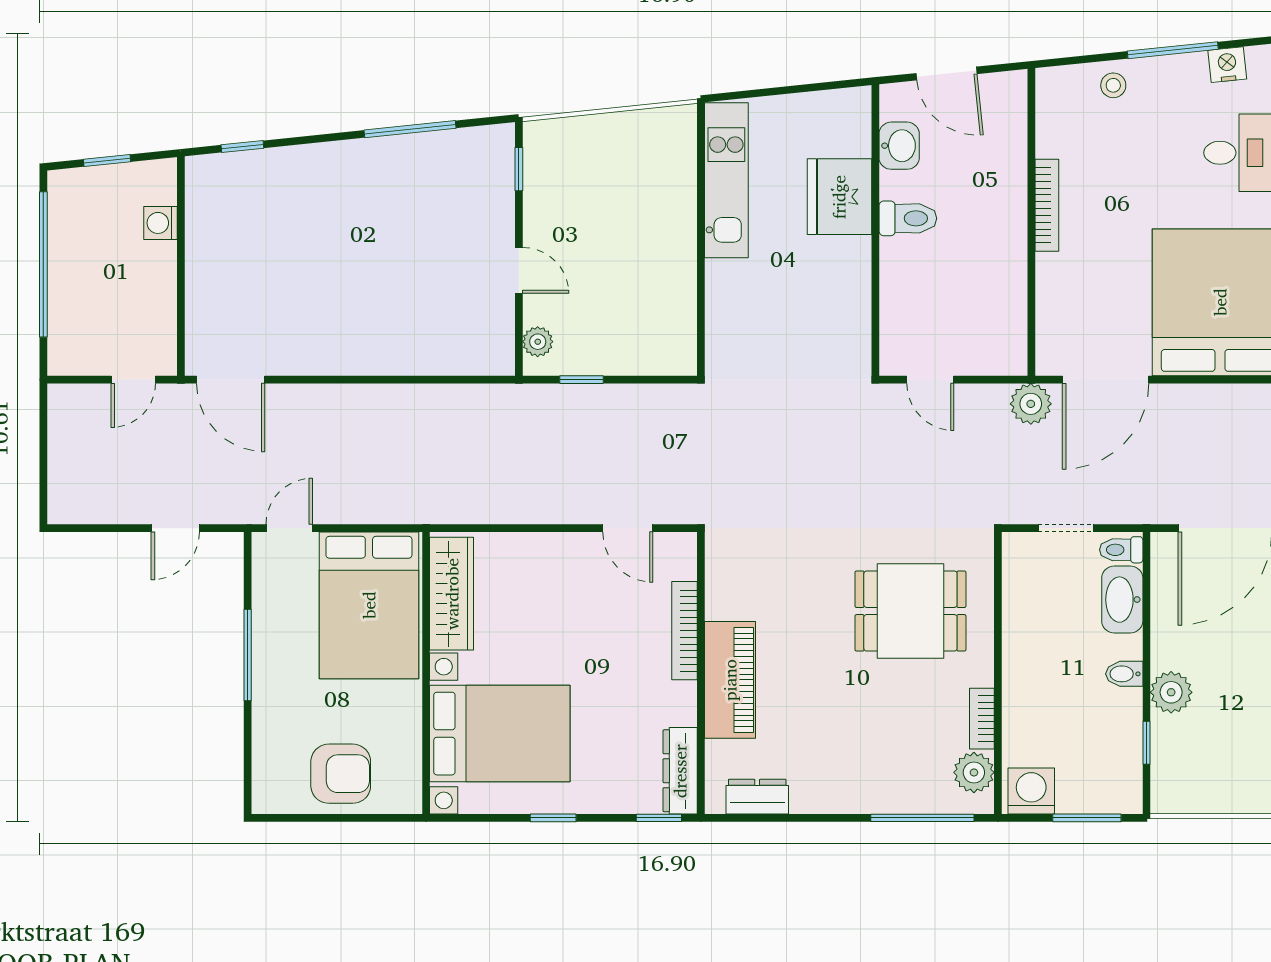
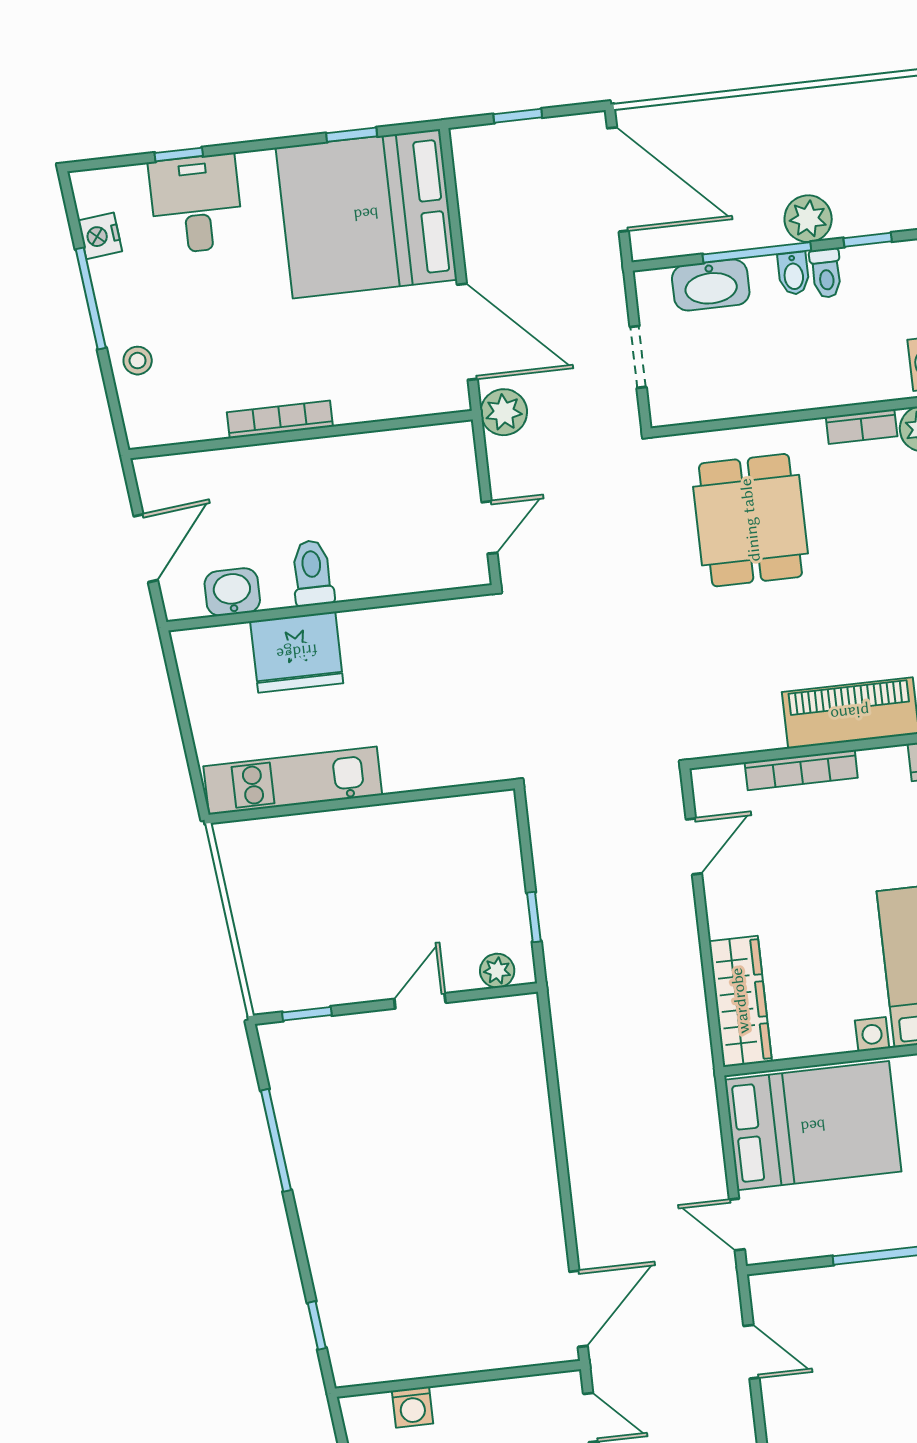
toilet: (1121, 550) -> (826, 273), moved
wardrobe: (452, 594) -> (740, 1001), moved, turned 90
window: (1146, 644) -> (757, 252), added

